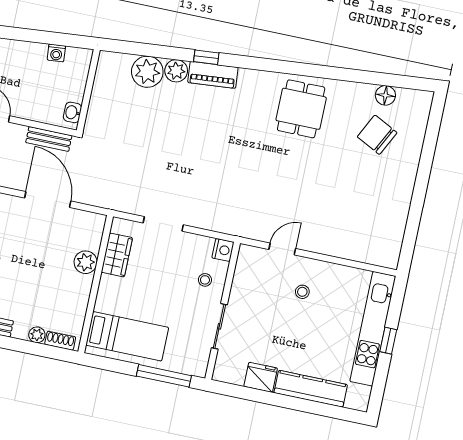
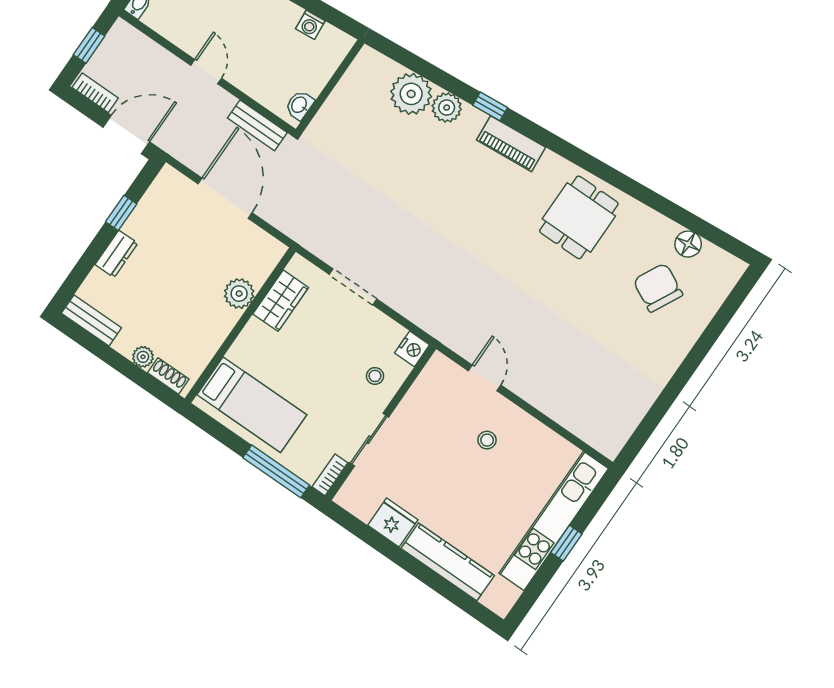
piano: (213, 75) -> (511, 144), moved
door: (282, 249) -> (485, 378), hinge flipped
bookcase: (203, 362) -> (330, 475), added

